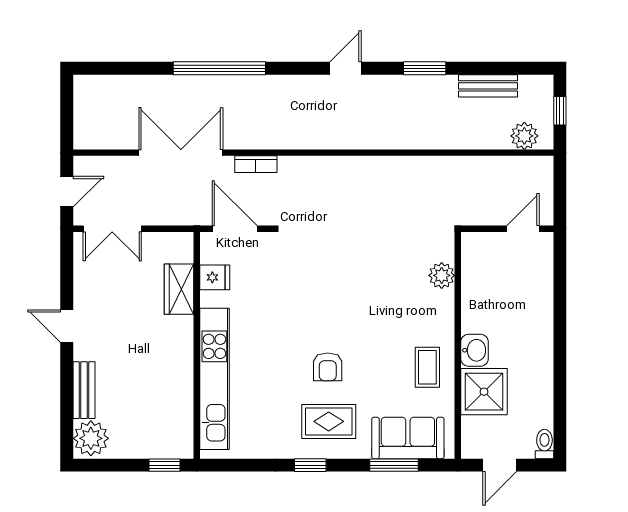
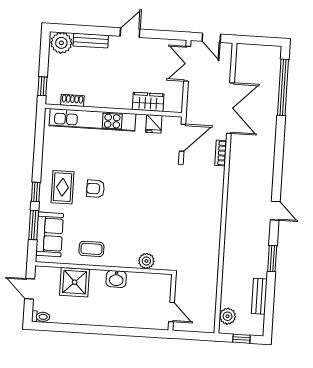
window: (219, 68) -> (283, 87), moved
washbasin: (475, 350) -> (116, 279), moved
shoe rack: (185, 414) -> (72, 100), added
window: (310, 465) -> (36, 192), moved

